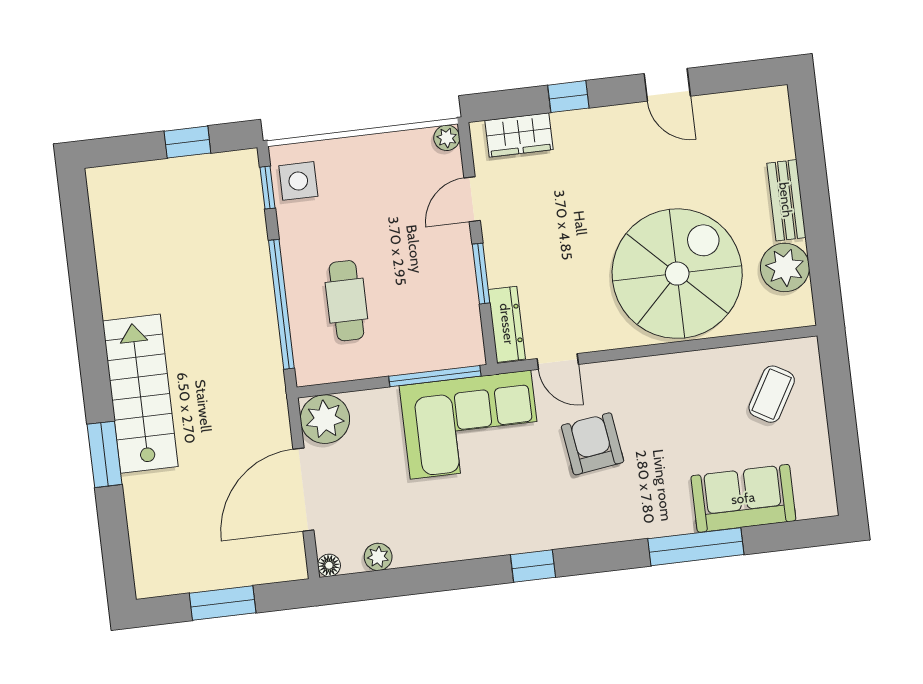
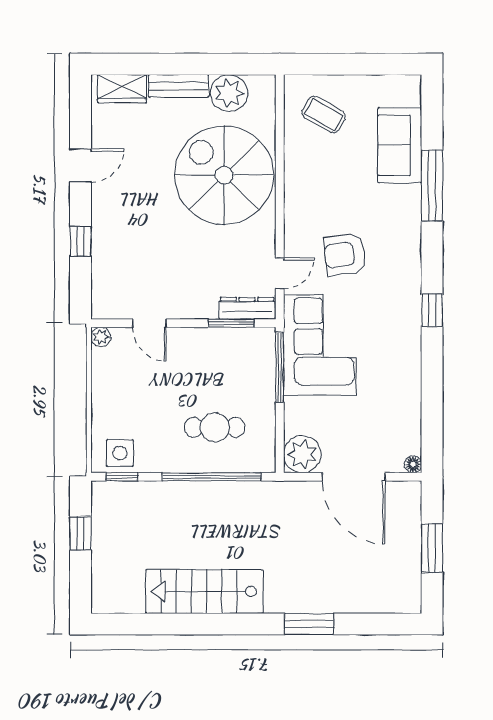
wardrobe: (519, 135) -> (122, 89), moved, turned 90
window: (481, 274) -> (231, 323), moved
stairs: (140, 394) -> (204, 591), moved
plant: (378, 557) -> (411, 427), removed

